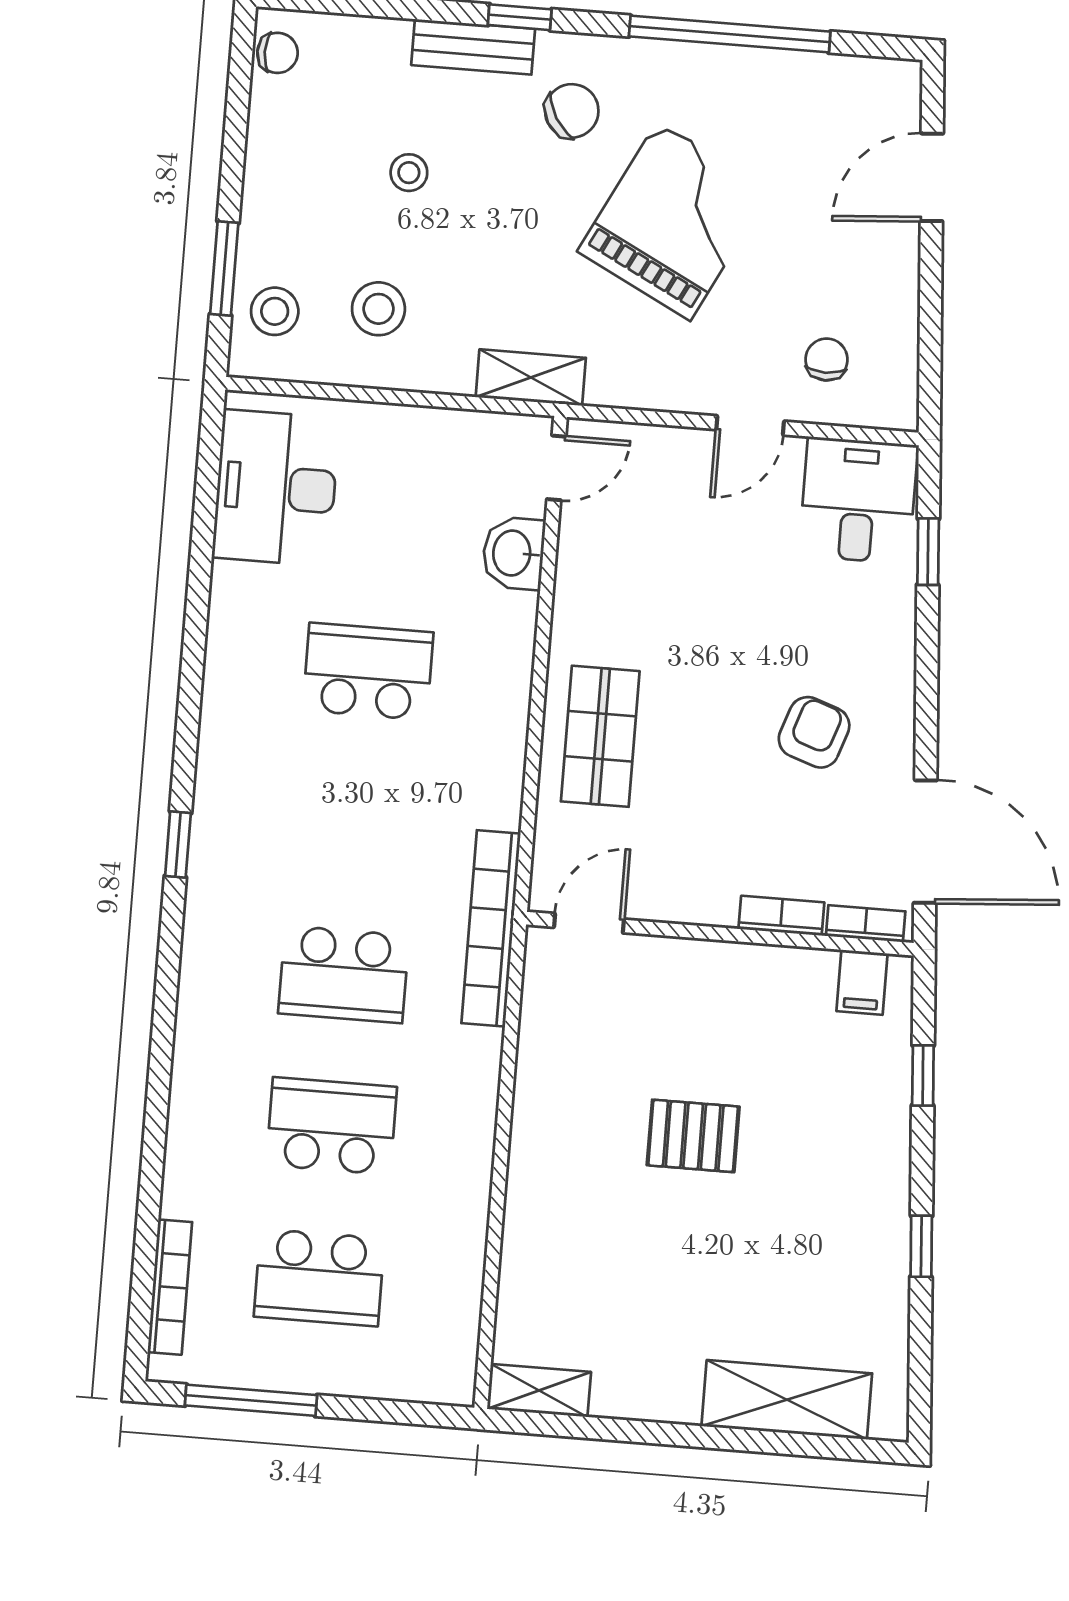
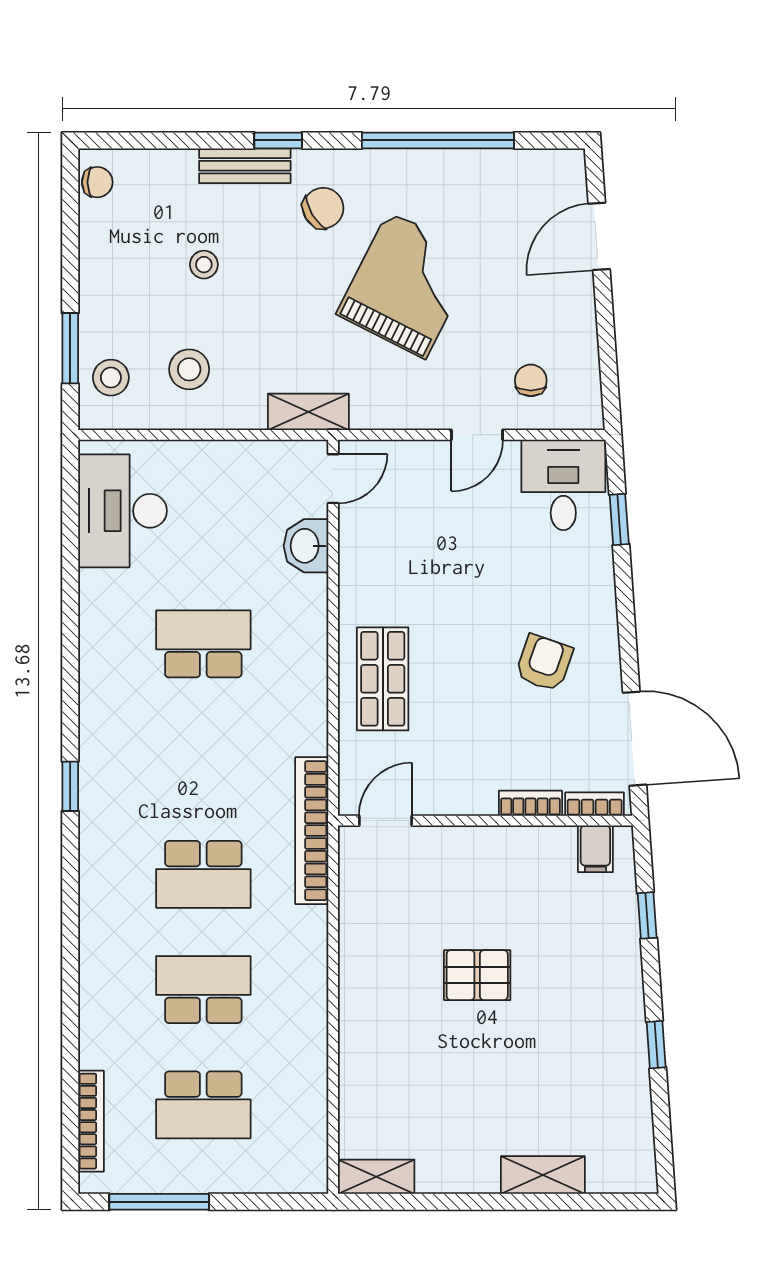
shelving: (787, 1400) -> (543, 1175), width x0.67, depth x0.75

